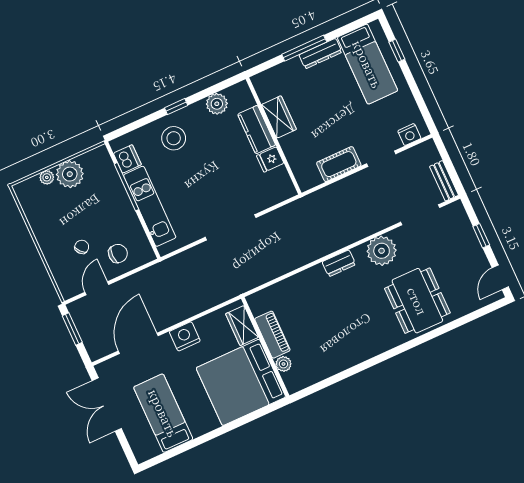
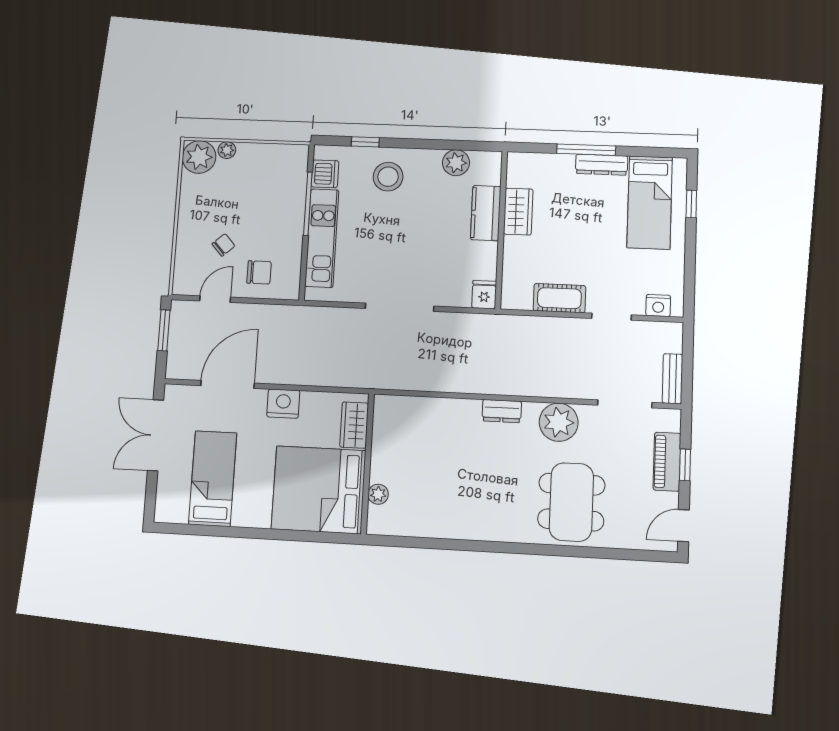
window: (176, 107) -> (365, 142), moved
fridge: (270, 159) -> (484, 295), moved, turned 90
plant: (70, 174) -> (199, 157), moved
piano: (272, 335) -> (667, 462), moved, turned 180

